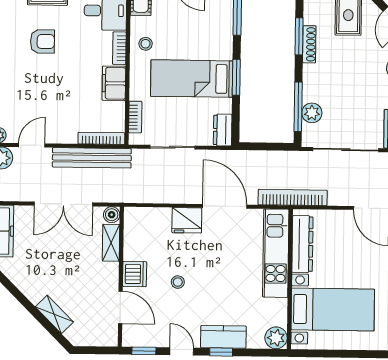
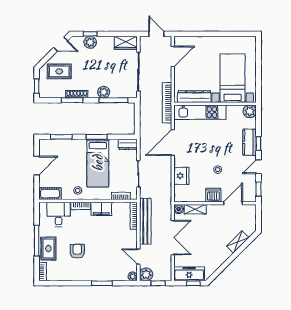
plant: (312, 113) -> (104, 92), moved
fridge: (187, 220) -> (181, 176), moved

